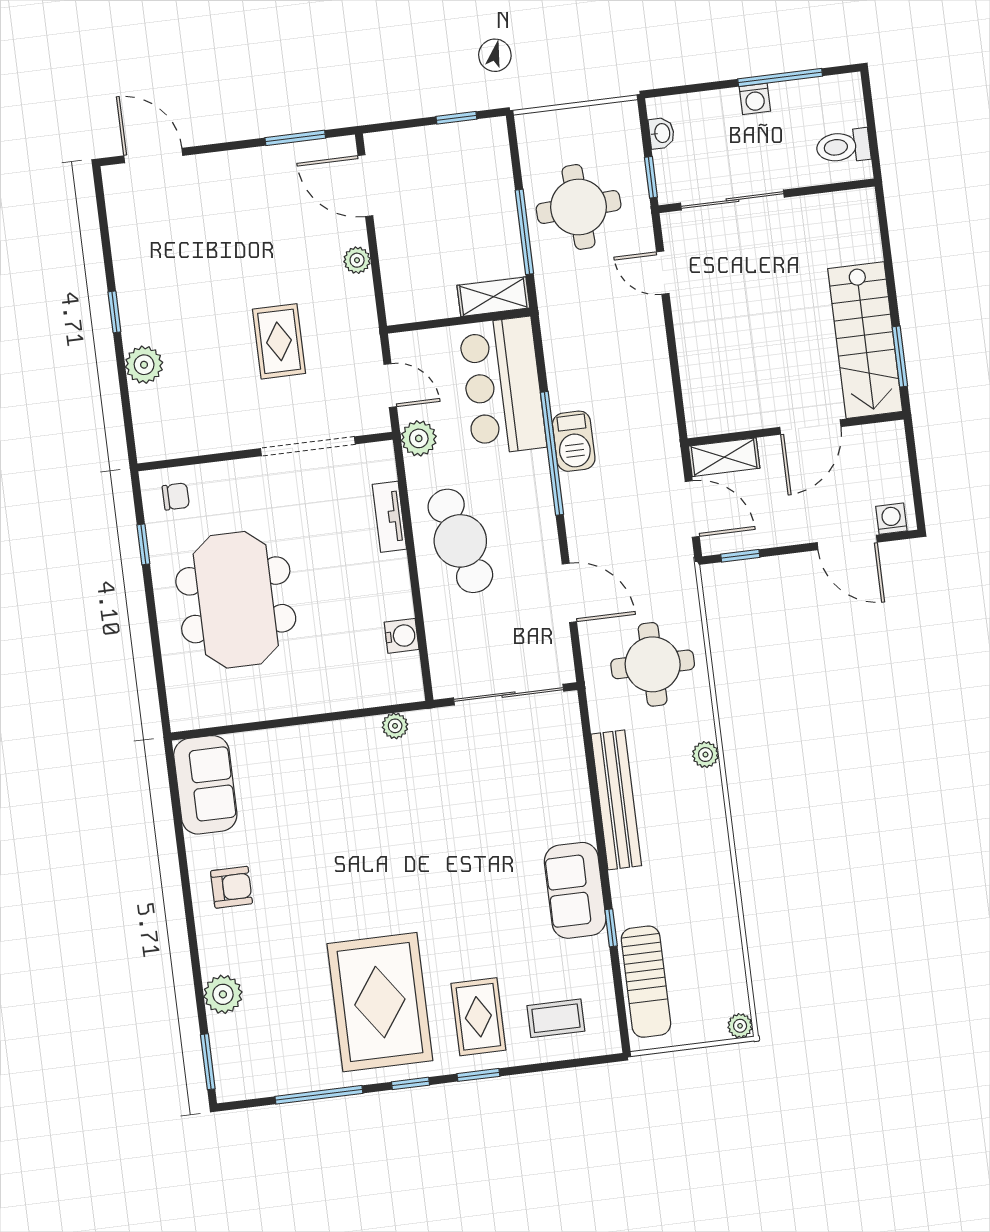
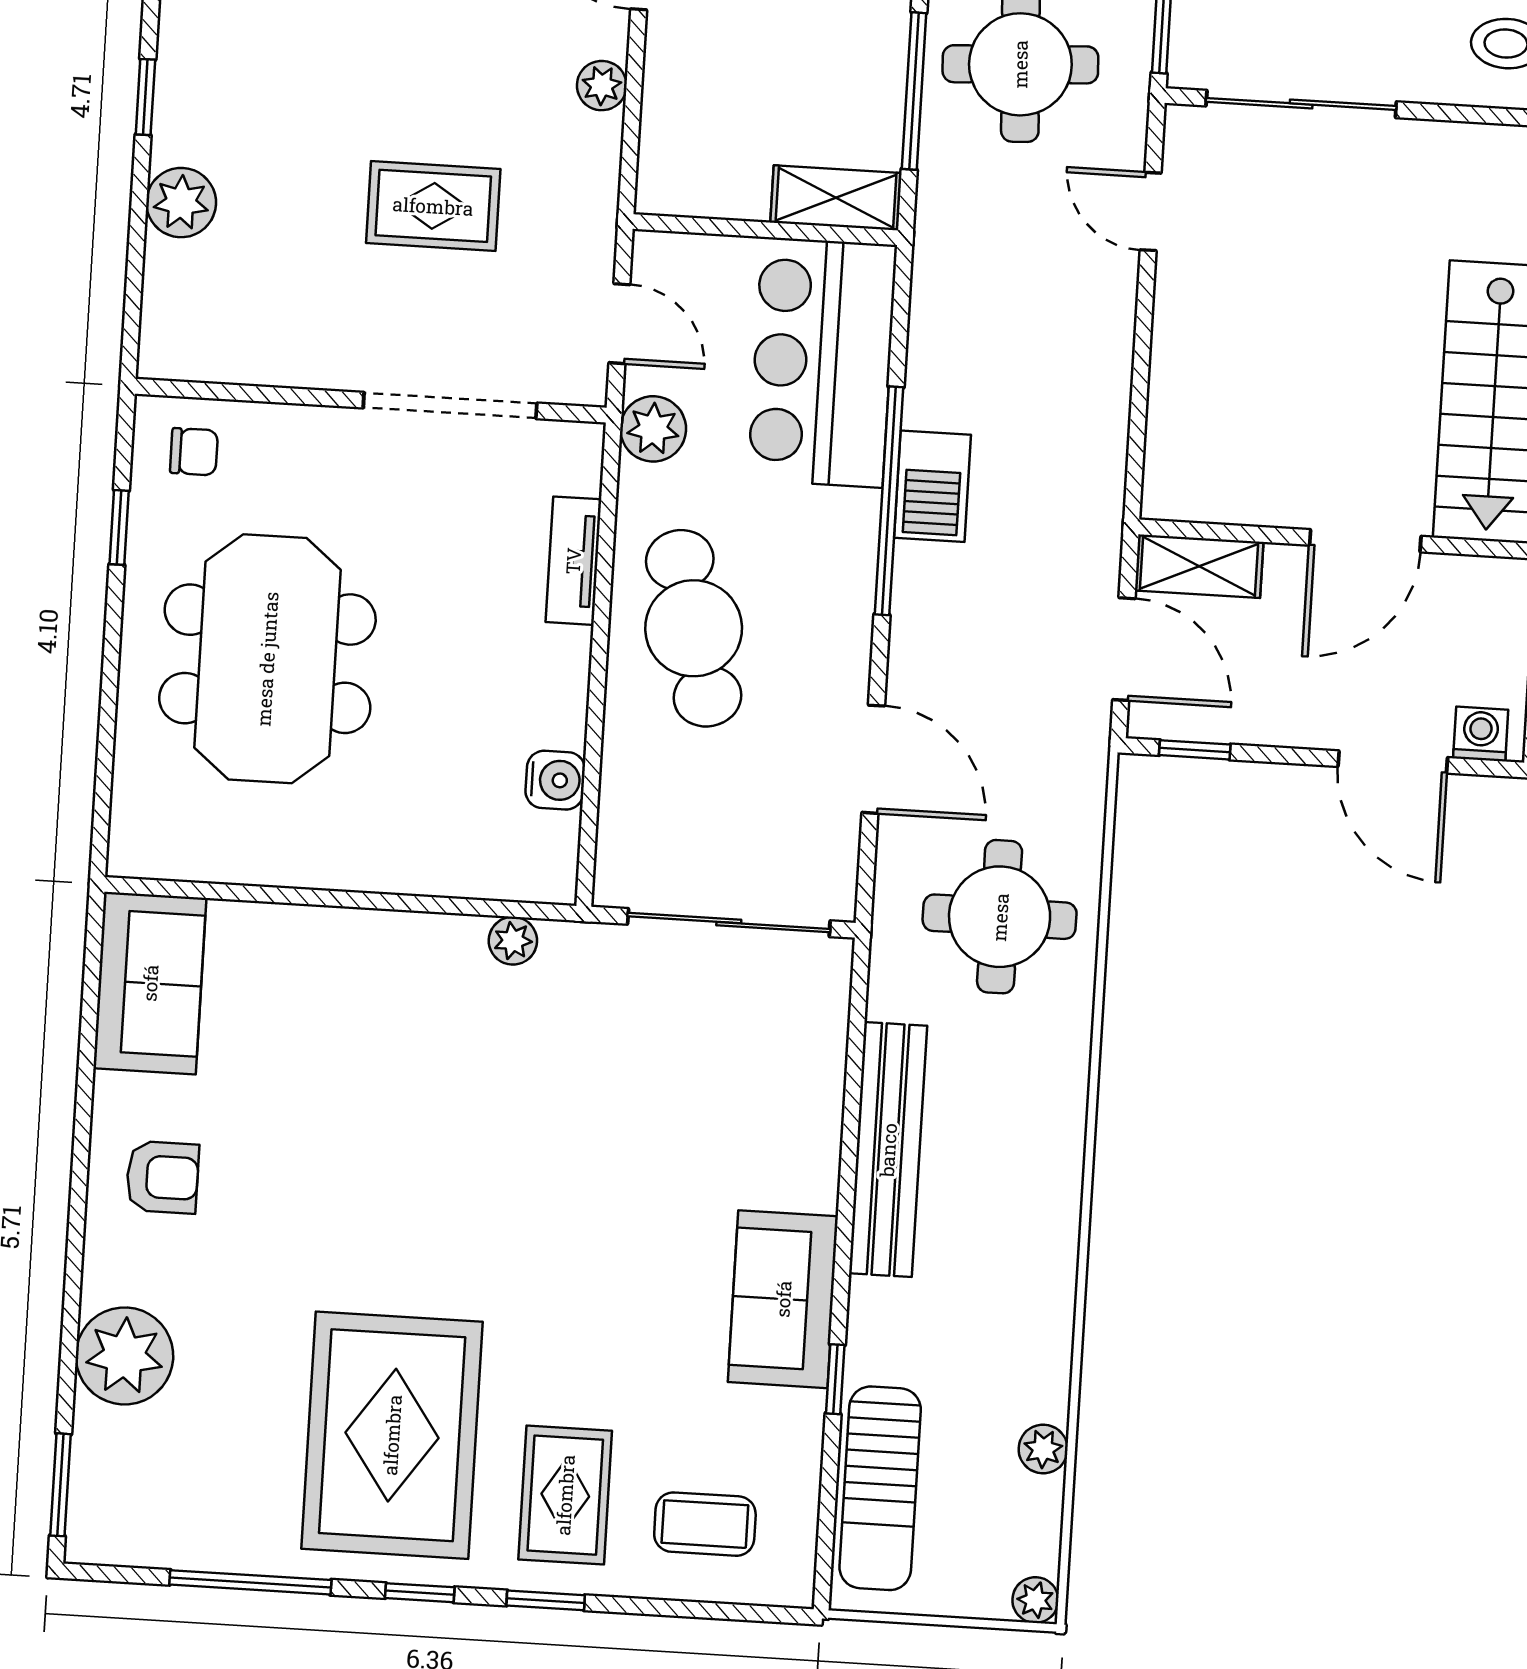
rug: (279, 341) -> (433, 206), turned 90
plant: (705, 755) -> (1043, 1449), moved
plant: (223, 994) -> (124, 1356), width x1.36, depth x1.36

